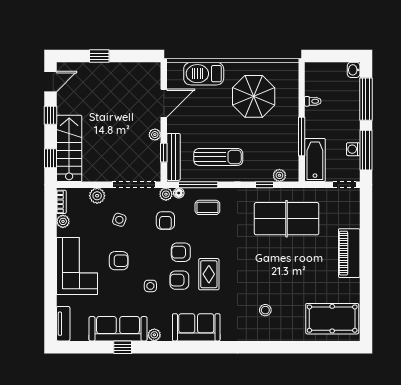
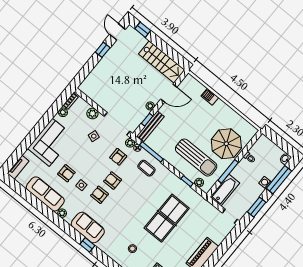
window: (99, 56) -> (143, 30), moved
barbecue: (204, 74) -> (210, 97), width x0.53, depth x0.65
door: (50, 82) -> (117, 32), swing flipped
parasol: (254, 96) -> (226, 144), moved
stairs: (69, 148) -> (162, 62), moved, turned 90
washing machine: (353, 149) -> (265, 183), moved
window: (366, 150) -> (257, 207), width x0.69
sun lounger: (218, 157) -> (196, 158), moved, width x1.36, depth x1.34
window: (50, 158) -> (84, 73), removed
table tennis table: (287, 219) -> (167, 218), moved, turned 90
armchair: (119, 261) -> (66, 173), moved
rug: (209, 274) -> (118, 205), removed
window: (123, 347) -> (87, 245), moved

